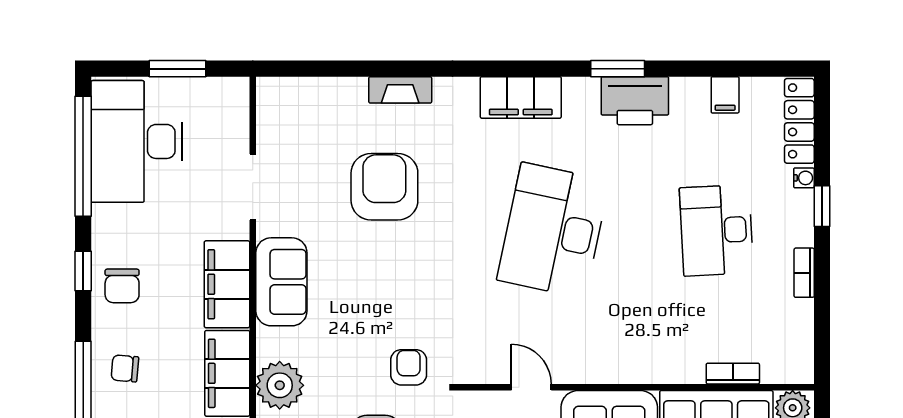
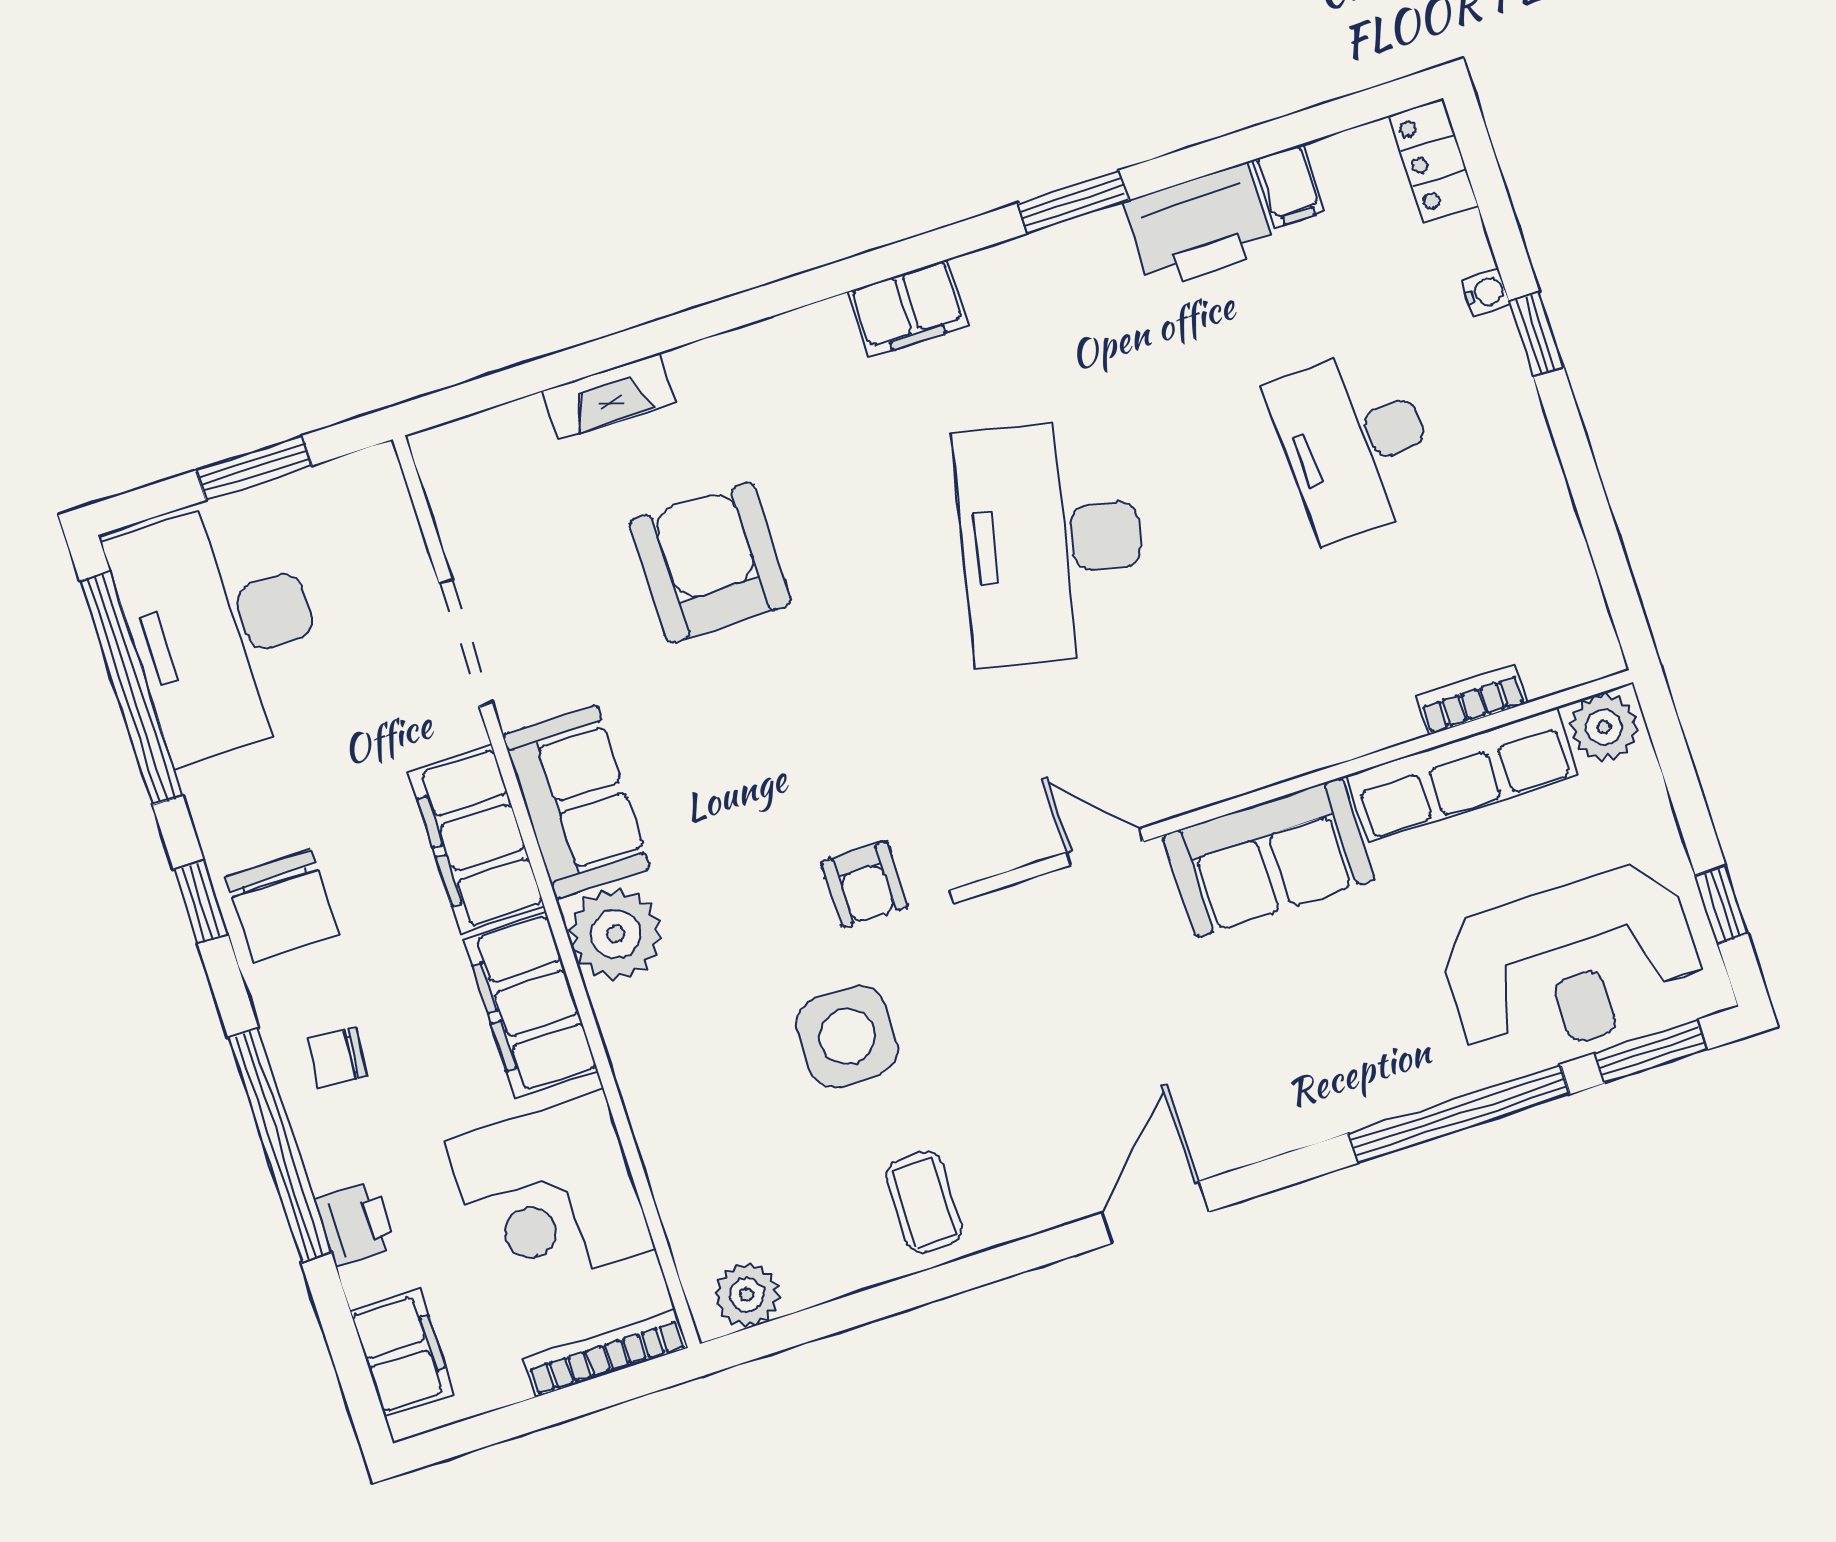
fireplace: (400, 90) -> (609, 396), moved
filing cabinet: (521, 97) -> (908, 308), width x0.67, depth x0.86
printer: (635, 101) -> (1199, 227), moved
locker: (799, 121) -> (1433, 161), width x0.66
bookcase: (804, 273) -> (1543, 469), removed
chair: (122, 286) -> (282, 906), width x1.37, depth x1.37
armchair: (409, 367) -> (865, 884), turned 180
plant: (280, 385) -> (616, 934), moved

